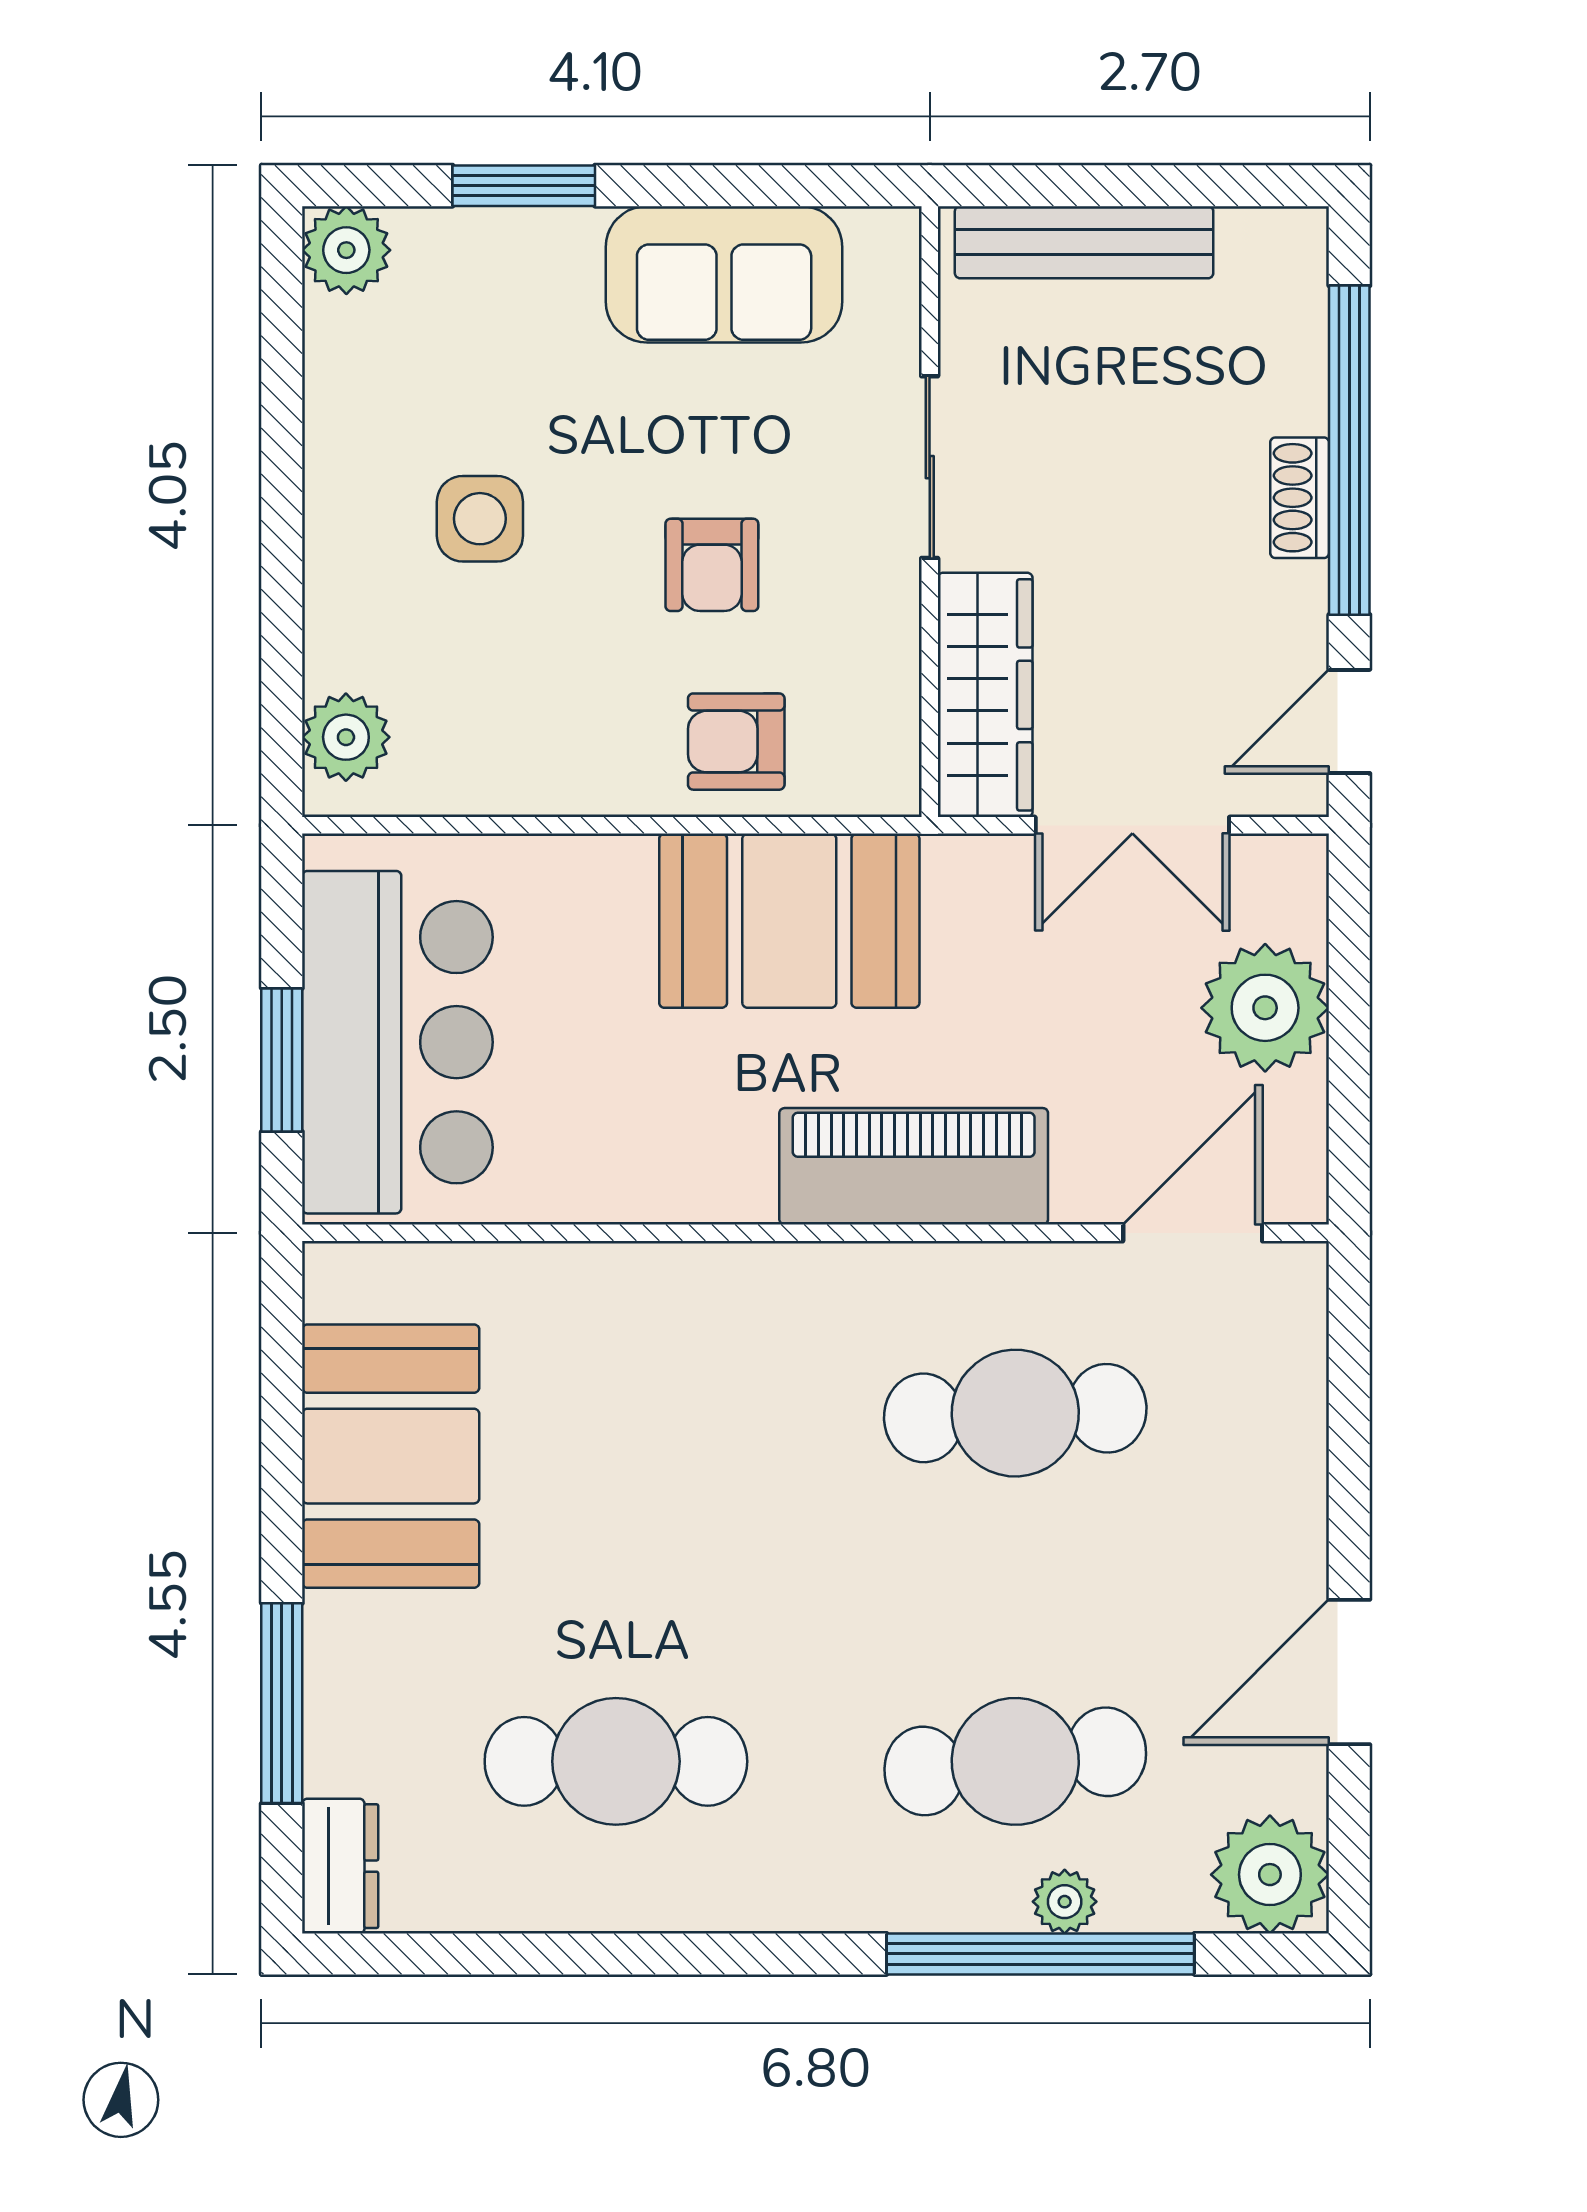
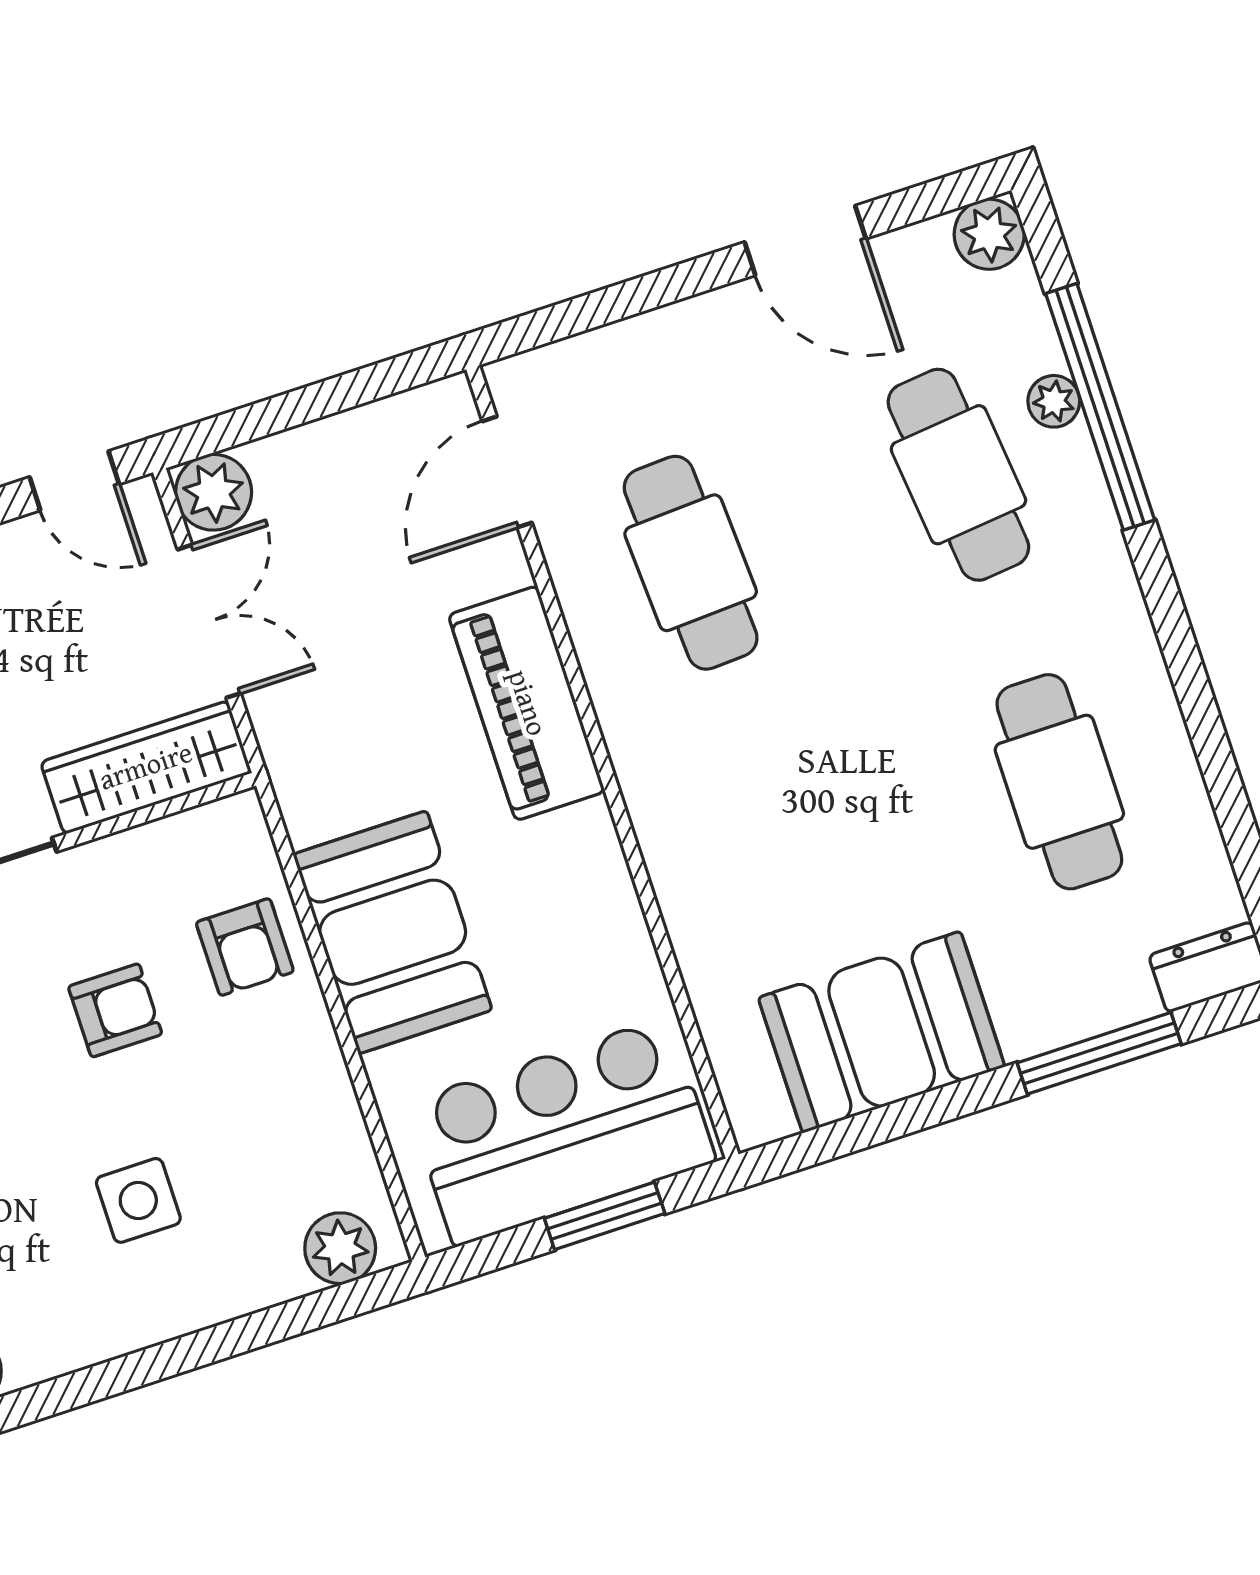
booth: (789, 921) -> (393, 932), moved
plant: (1265, 1008) -> (214, 492), moved, width x0.73, depth x0.73
door: (1193, 1233) -> (507, 472), hinge flipped
plant: (1270, 1875) -> (989, 234), width x0.73, depth x0.73

